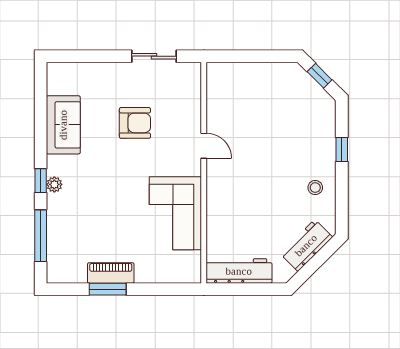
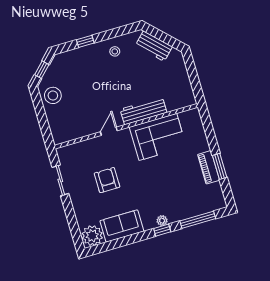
plant: (62, 79) -> (92, 236), added
stool: (278, 81) -> (53, 95), added
workbench: (239, 271) -> (143, 111), moved, turned 90

